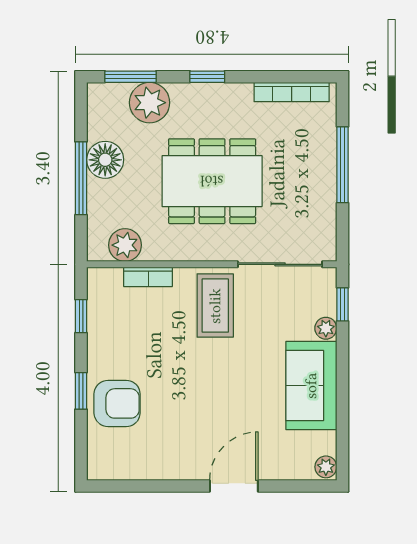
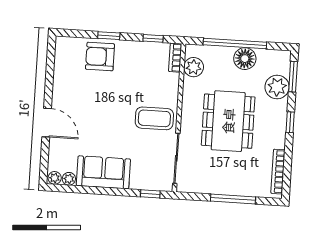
window: (81, 178) -> (235, 44), width x1.46
bookcase: (148, 277) -> (175, 58), moved
plant: (326, 328) -> (69, 179), moved
armchair: (117, 403) -> (100, 57), turned 90

